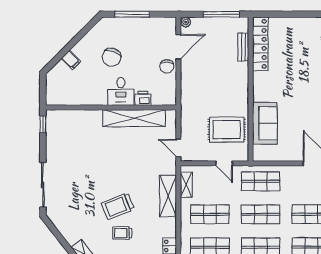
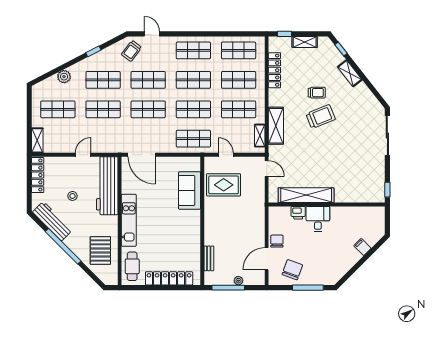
plant: (186, 22) -> (238, 281), moved
locker: (260, 44) -> (169, 278), moved, turned 90
chair: (112, 57) -> (292, 270), moved

